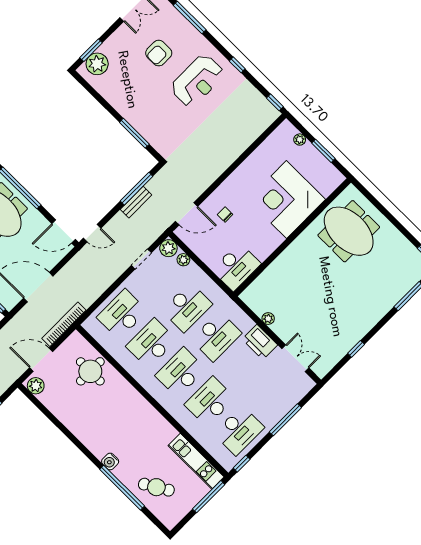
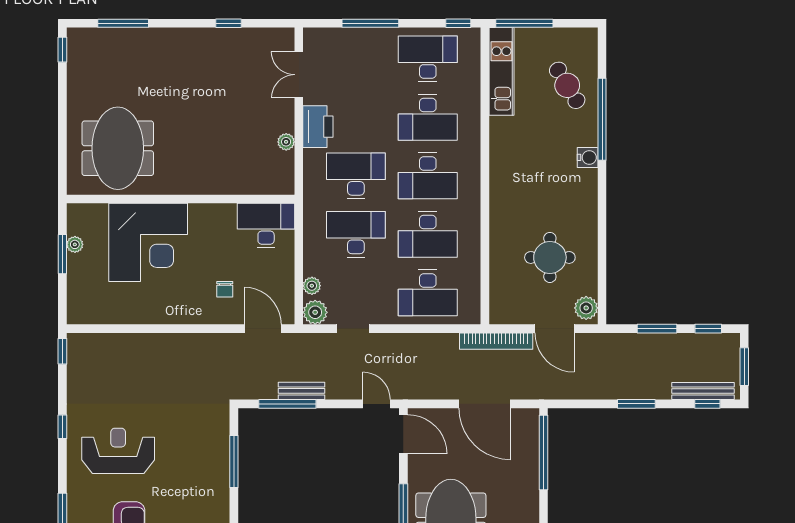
plant: (300, 140) -> (75, 244), moved
round table: (90, 371) -> (550, 257), moved

